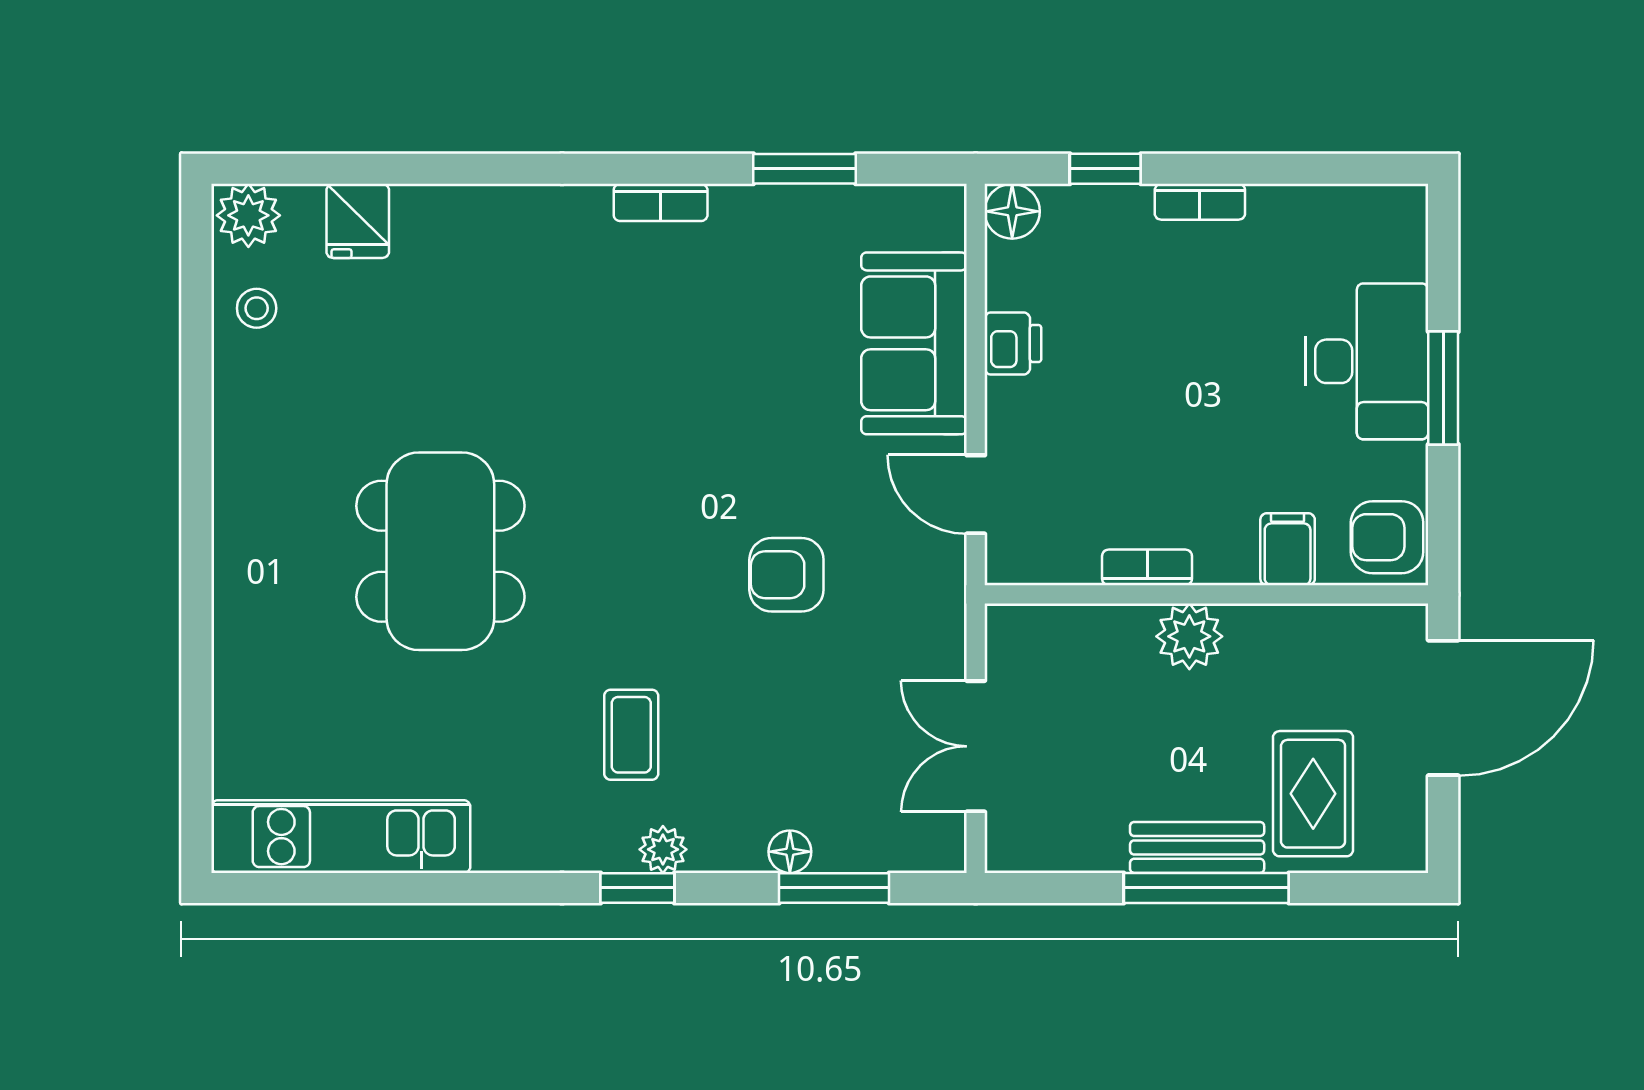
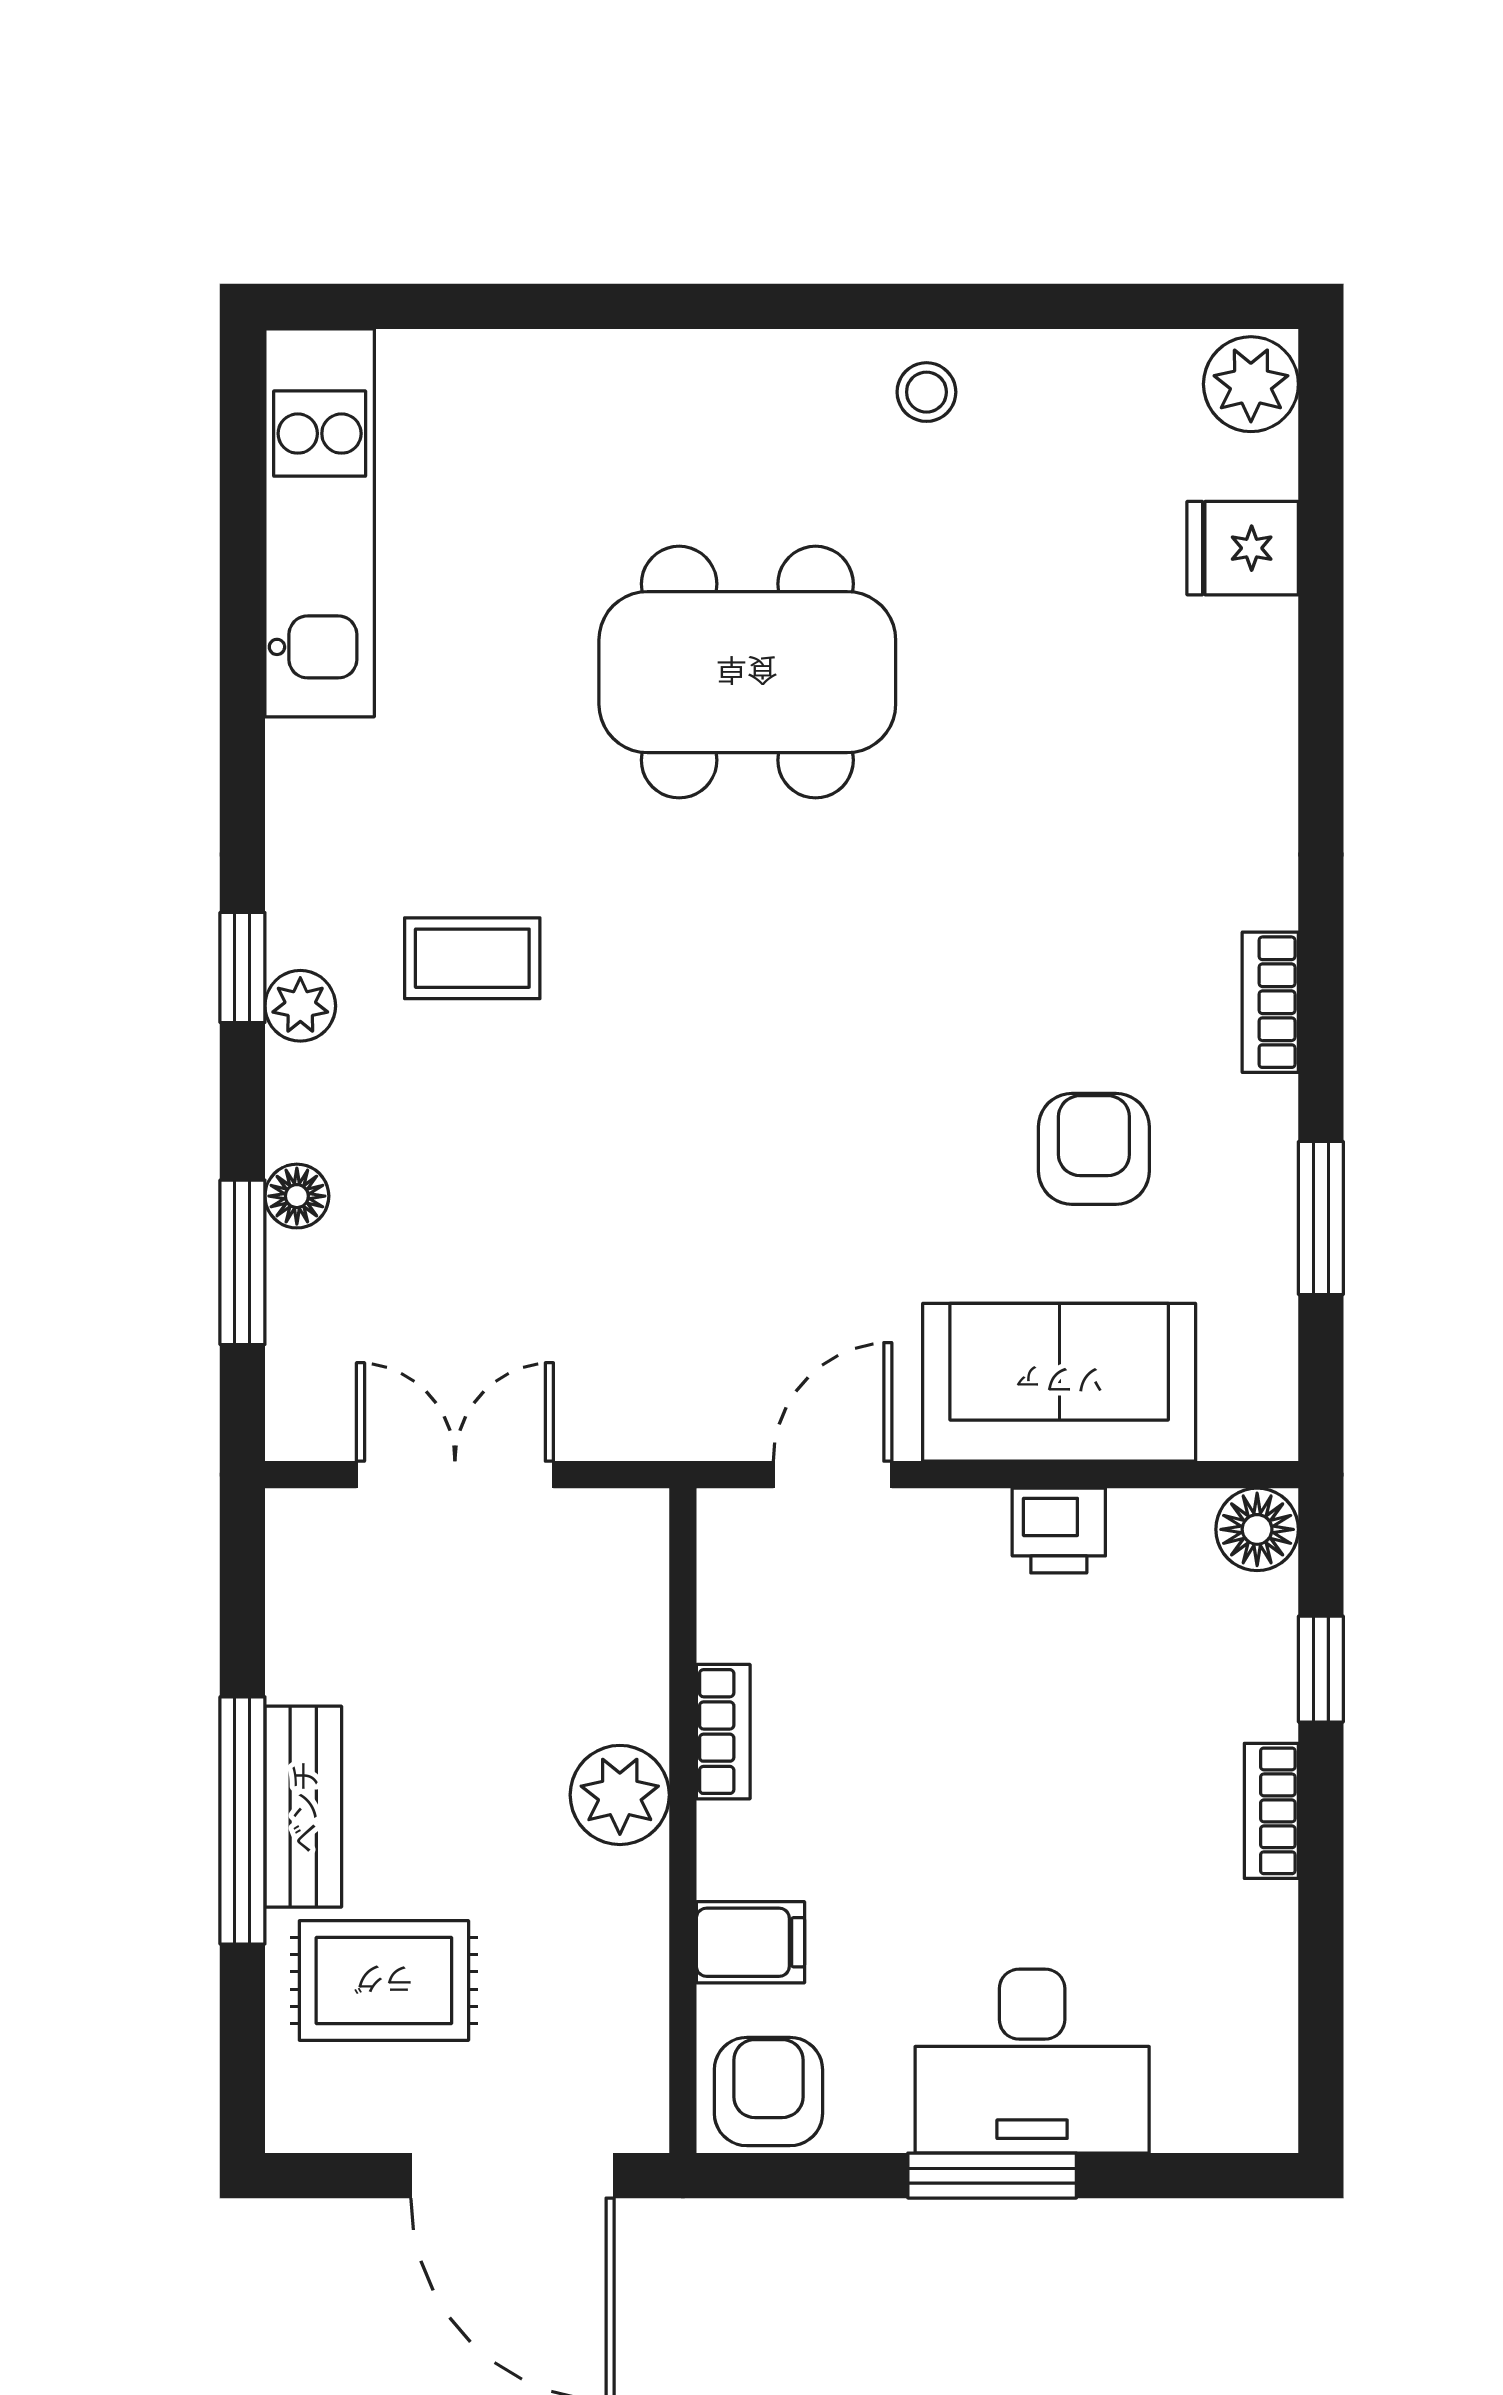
stool: (257, 308) -> (926, 392), moved
armchair: (786, 575) -> (1094, 1149), moved

